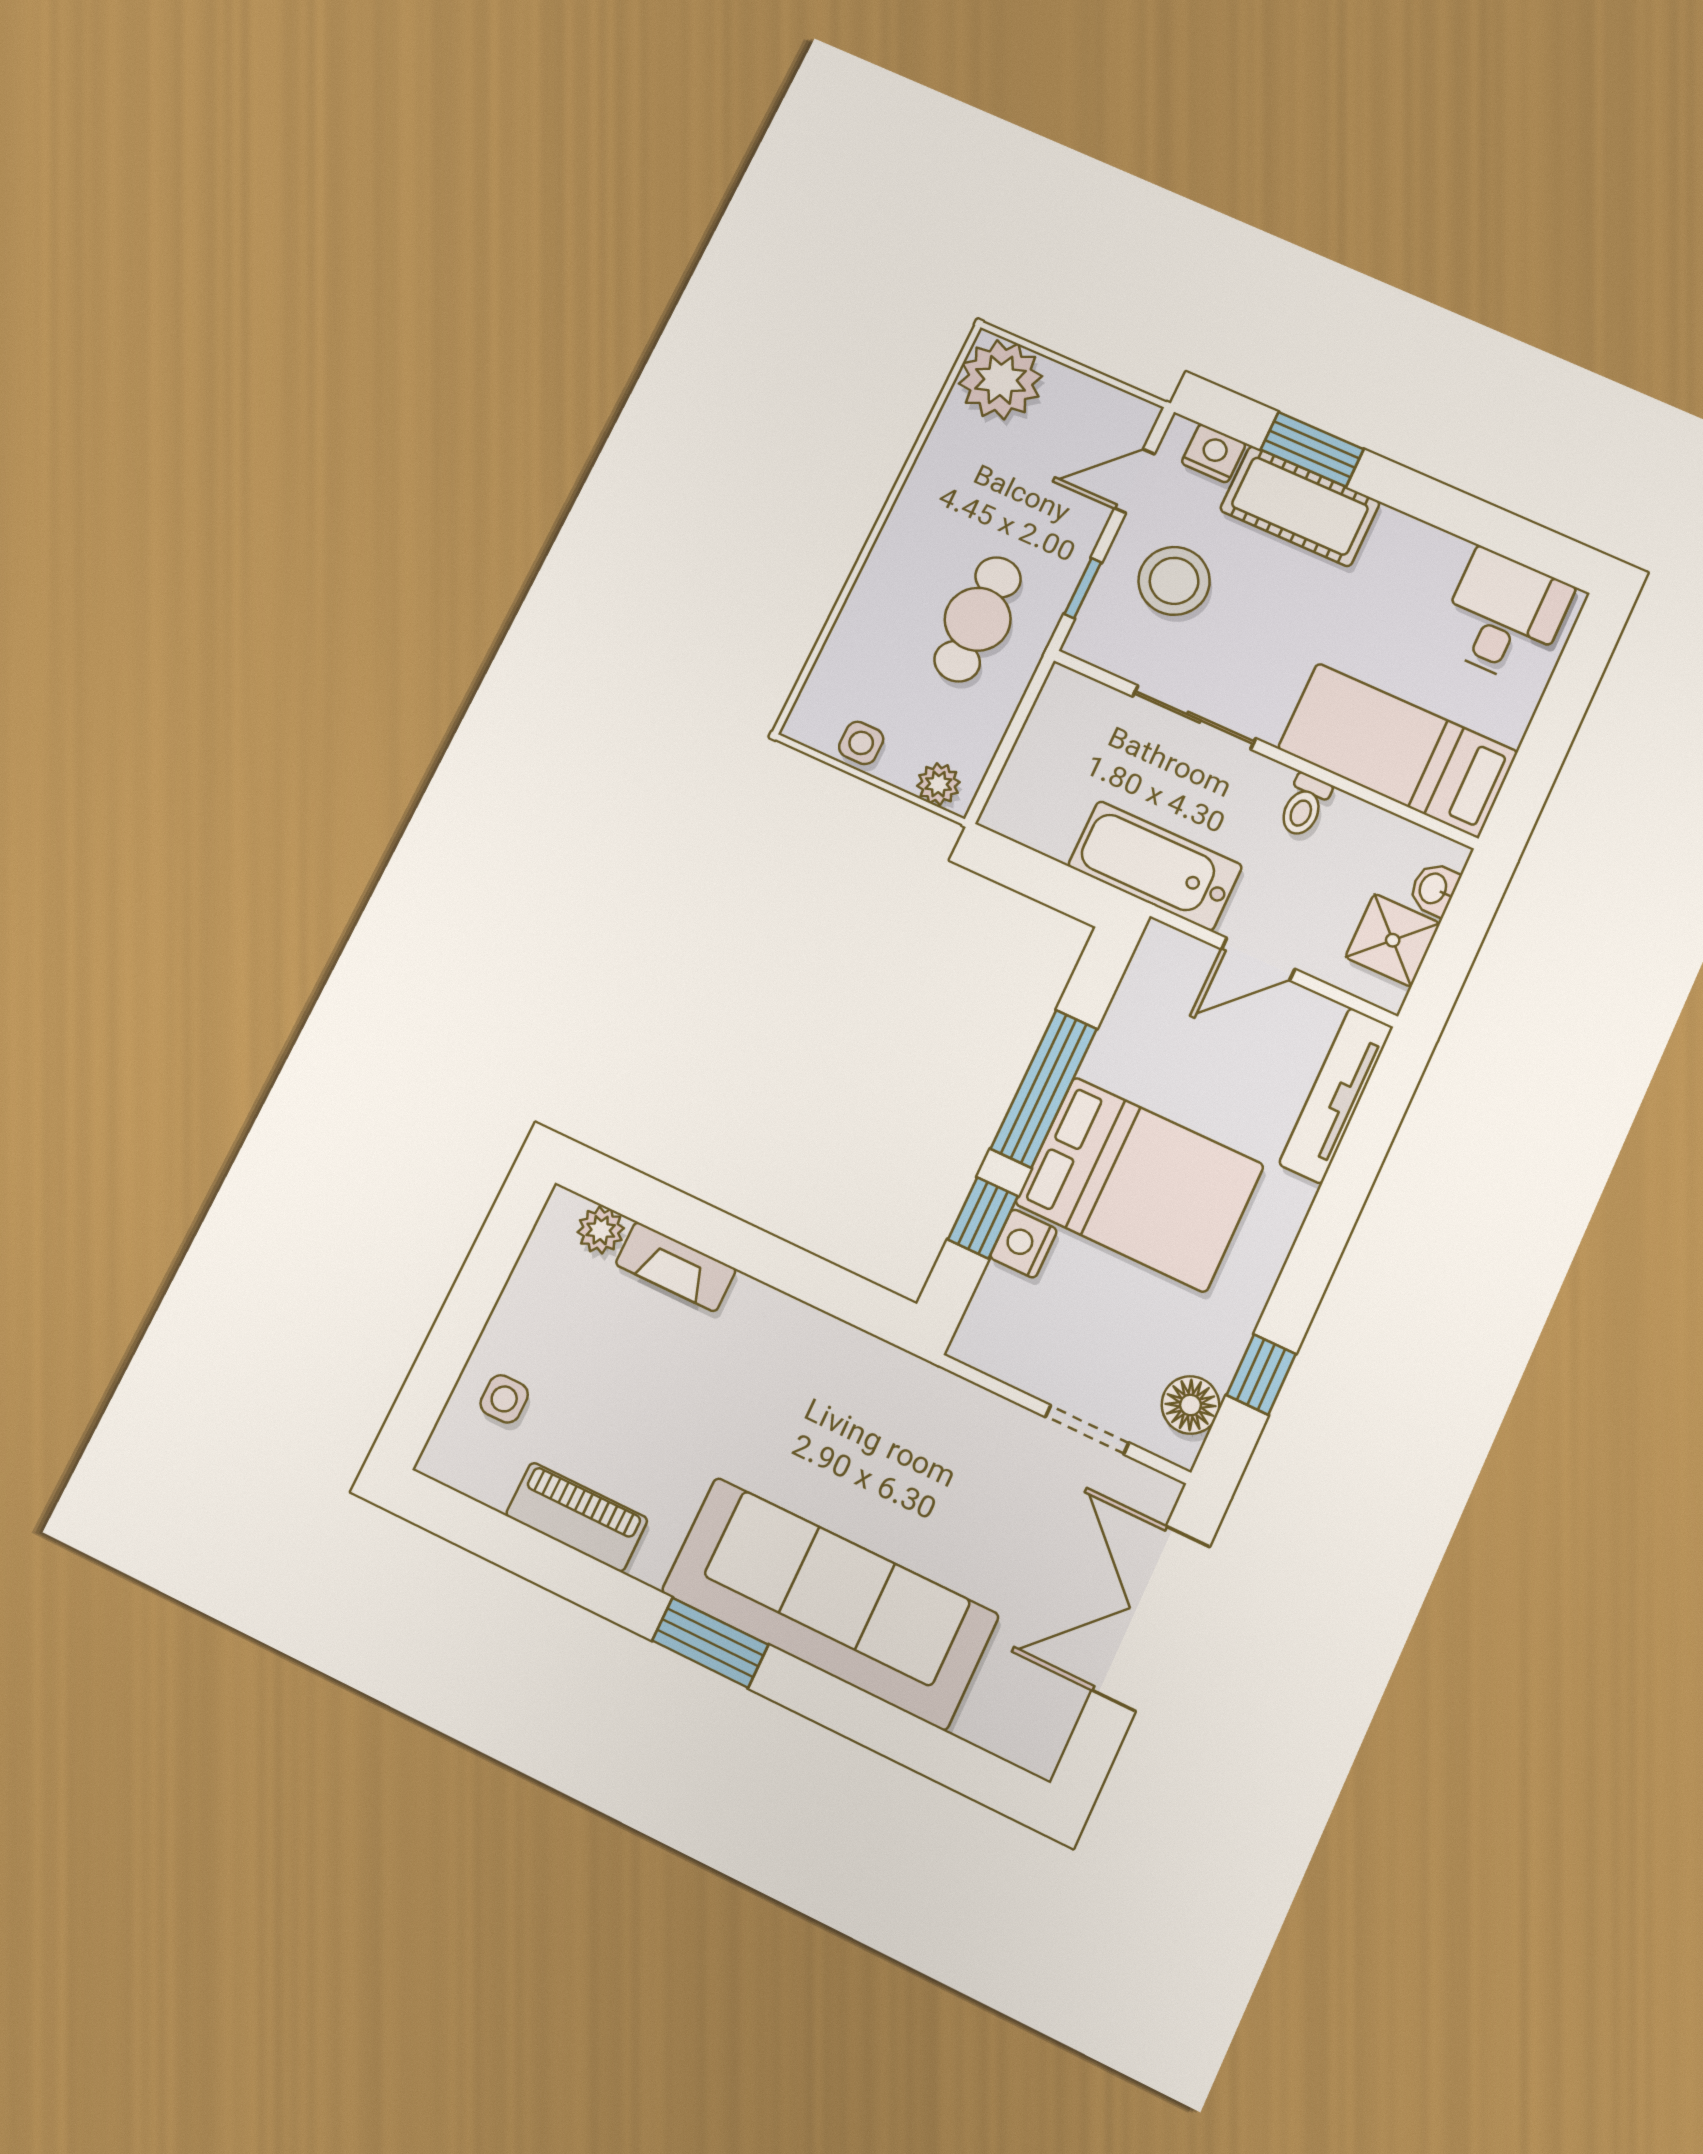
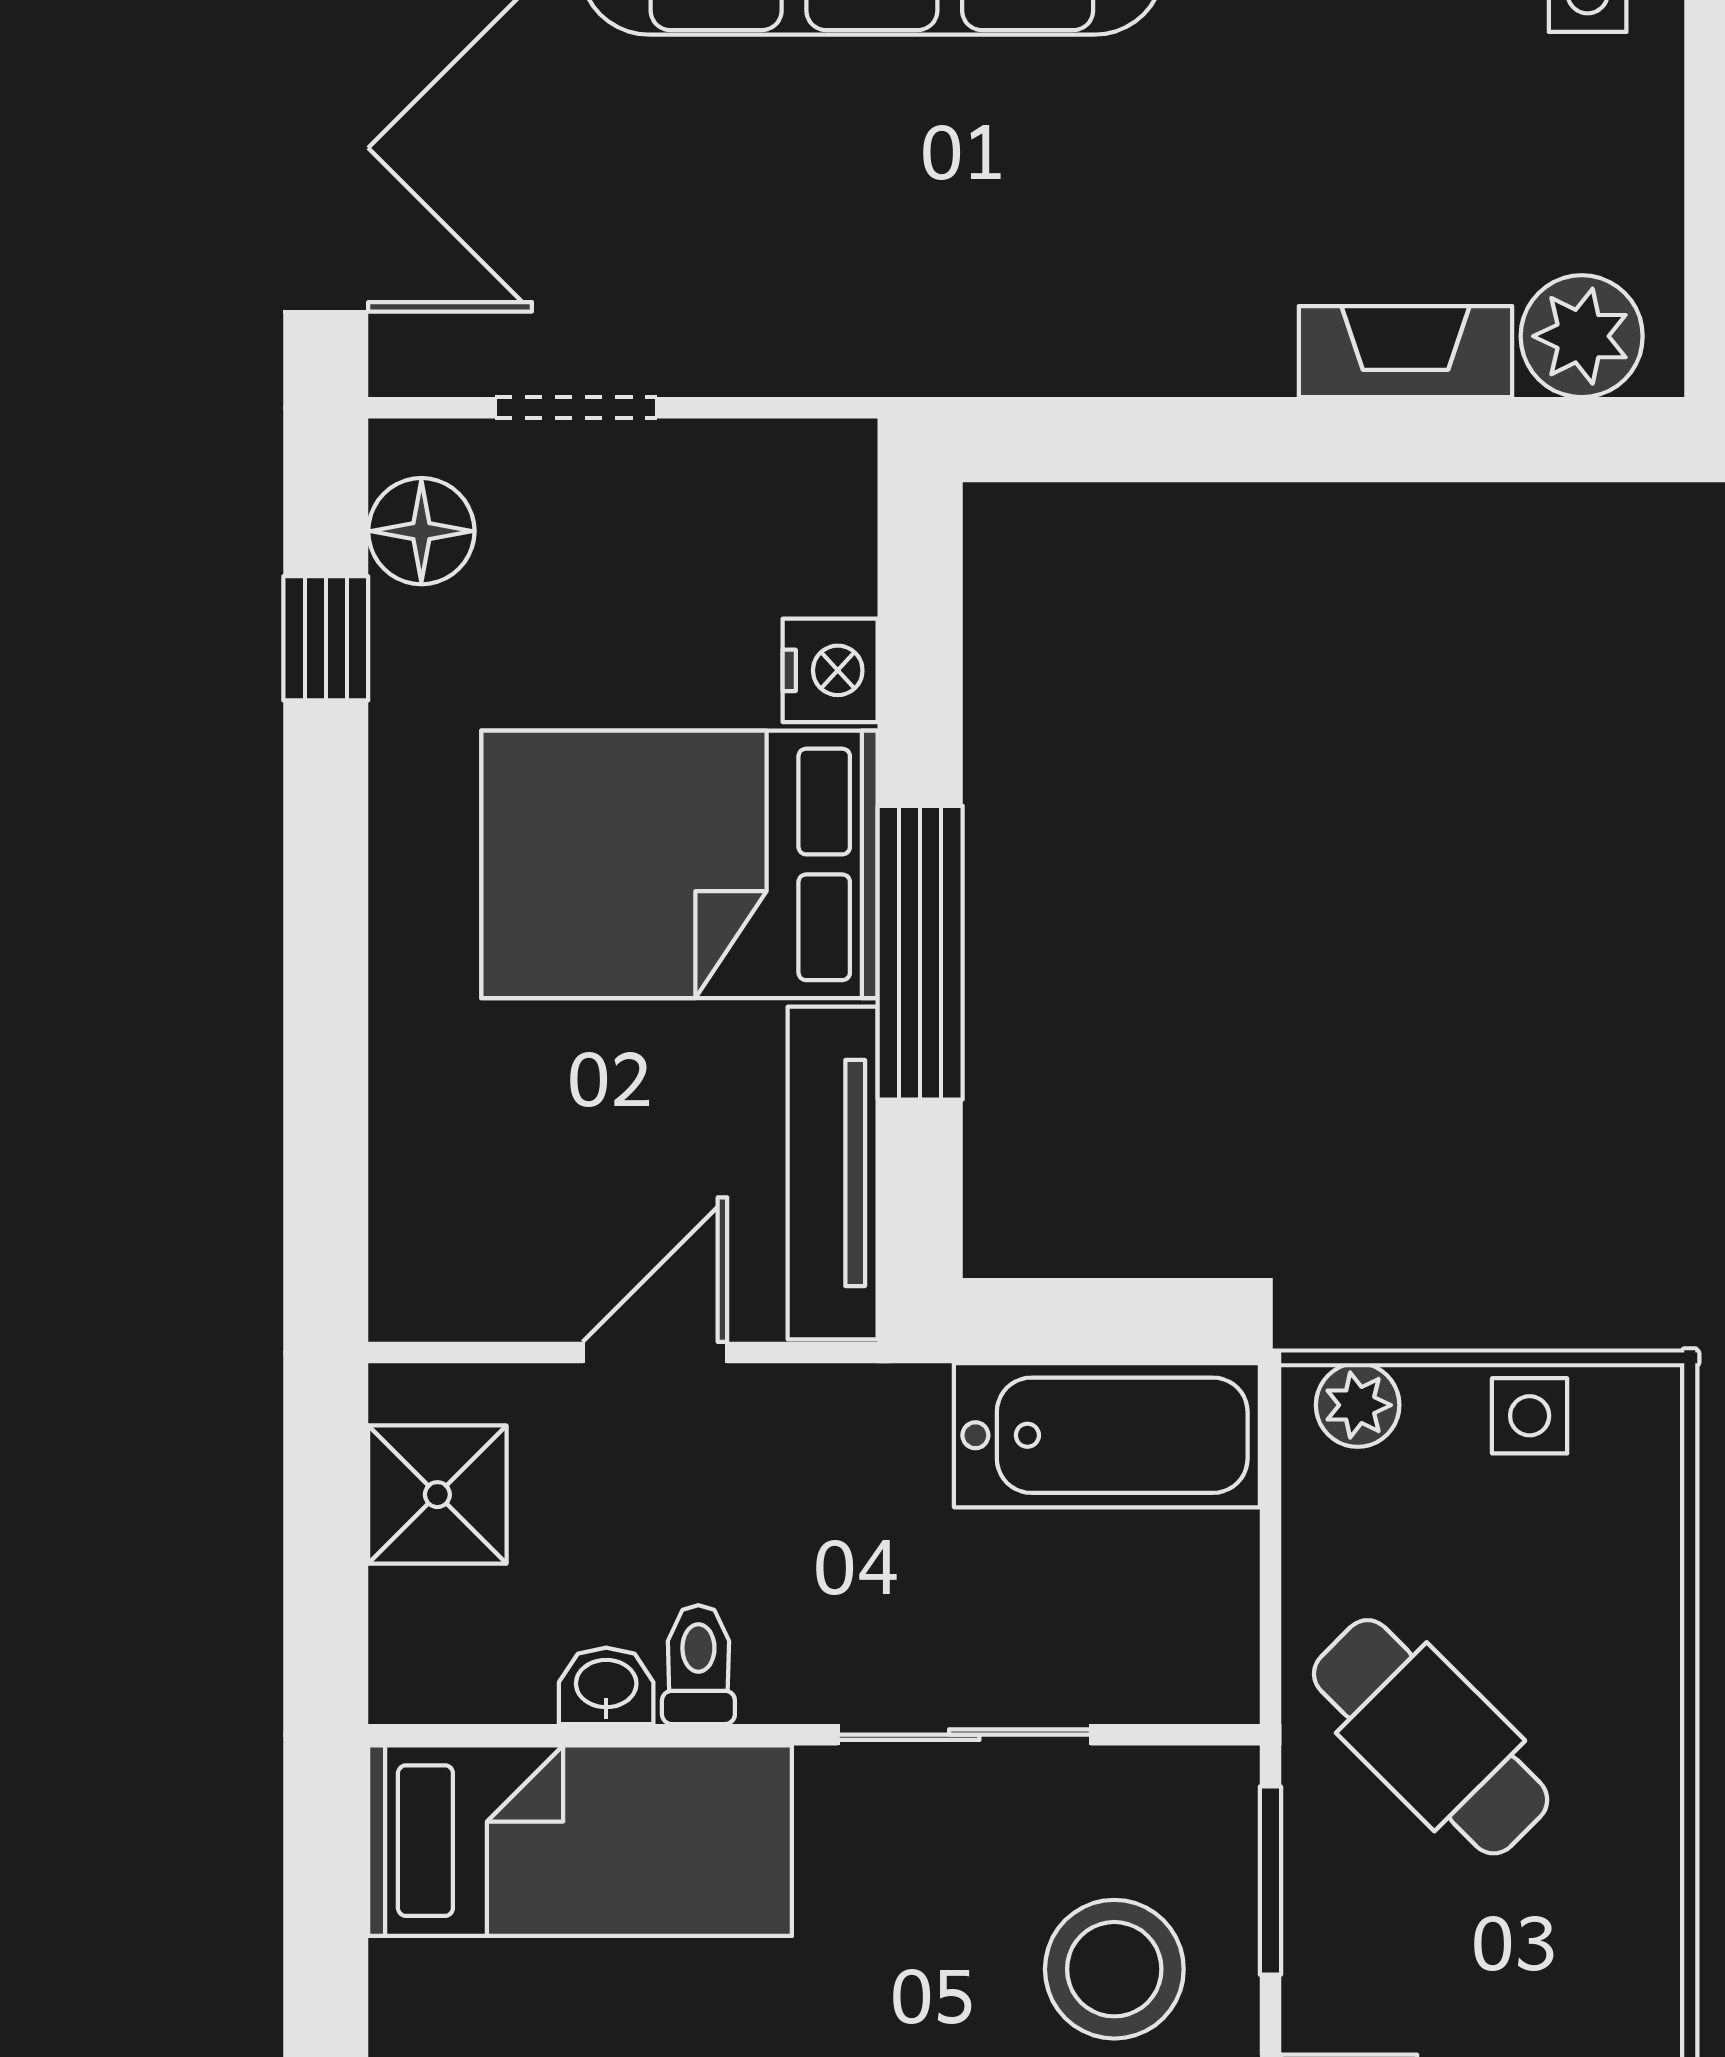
window: (1083, 588) -> (1270, 1881), width x1.50
cafe table: (978, 619) -> (1431, 1737), turned -45
bathtub: (1155, 866) -> (1107, 1435), moved
washbasin: (1434, 889) -> (606, 1686), moved, turned -90
tv unit: (1336, 1095) -> (833, 1173), moved, turned 180
window: (983, 1218) -> (920, 681), removed
plant: (601, 1230) -> (1582, 336), width x1.38, depth x1.38

